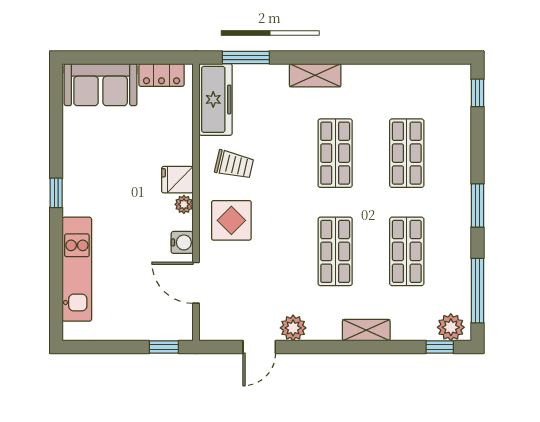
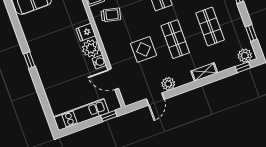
plant: (184, 204) -> (91, 48), width x1.88, depth x1.88
display table: (231, 220) -> (144, 49), moved
kitchen unit: (77, 269) -> (81, 115), moved, turned -90
window: (477, 291) -> (251, 33), width x0.46

